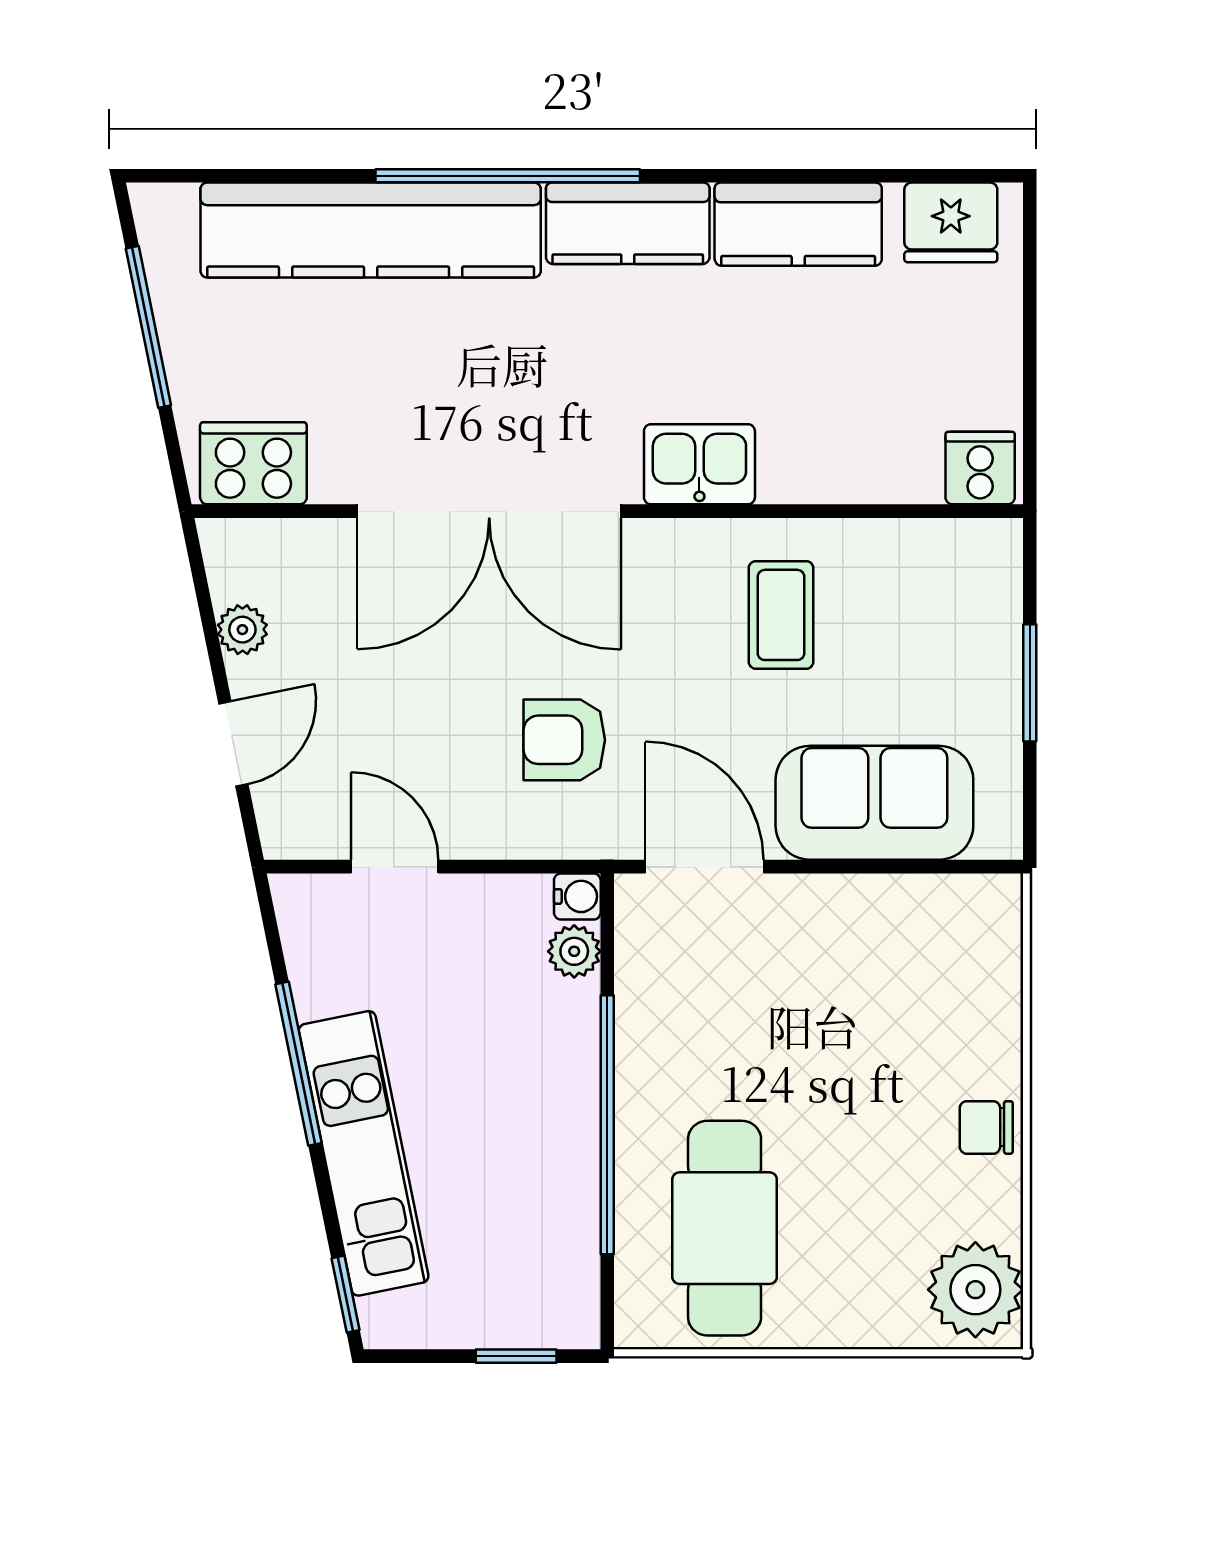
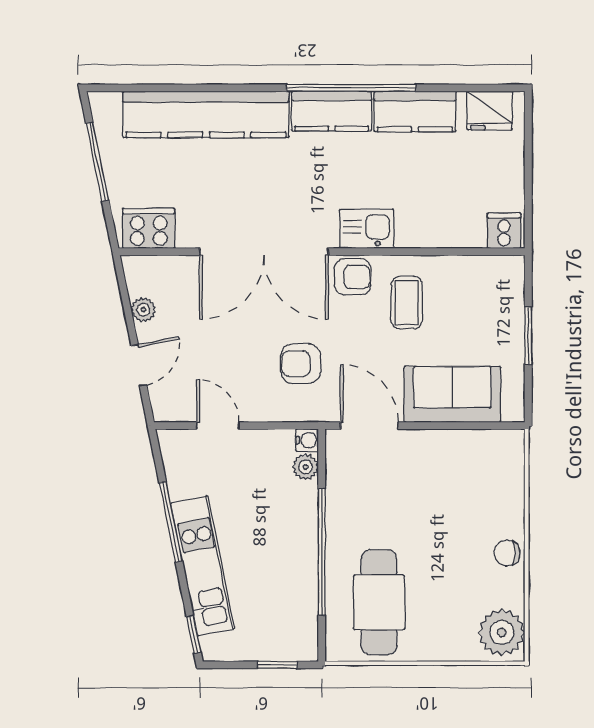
window: (508, 176) -> (351, 88), moved
armchair: (670, 562) -> (353, 277), added

